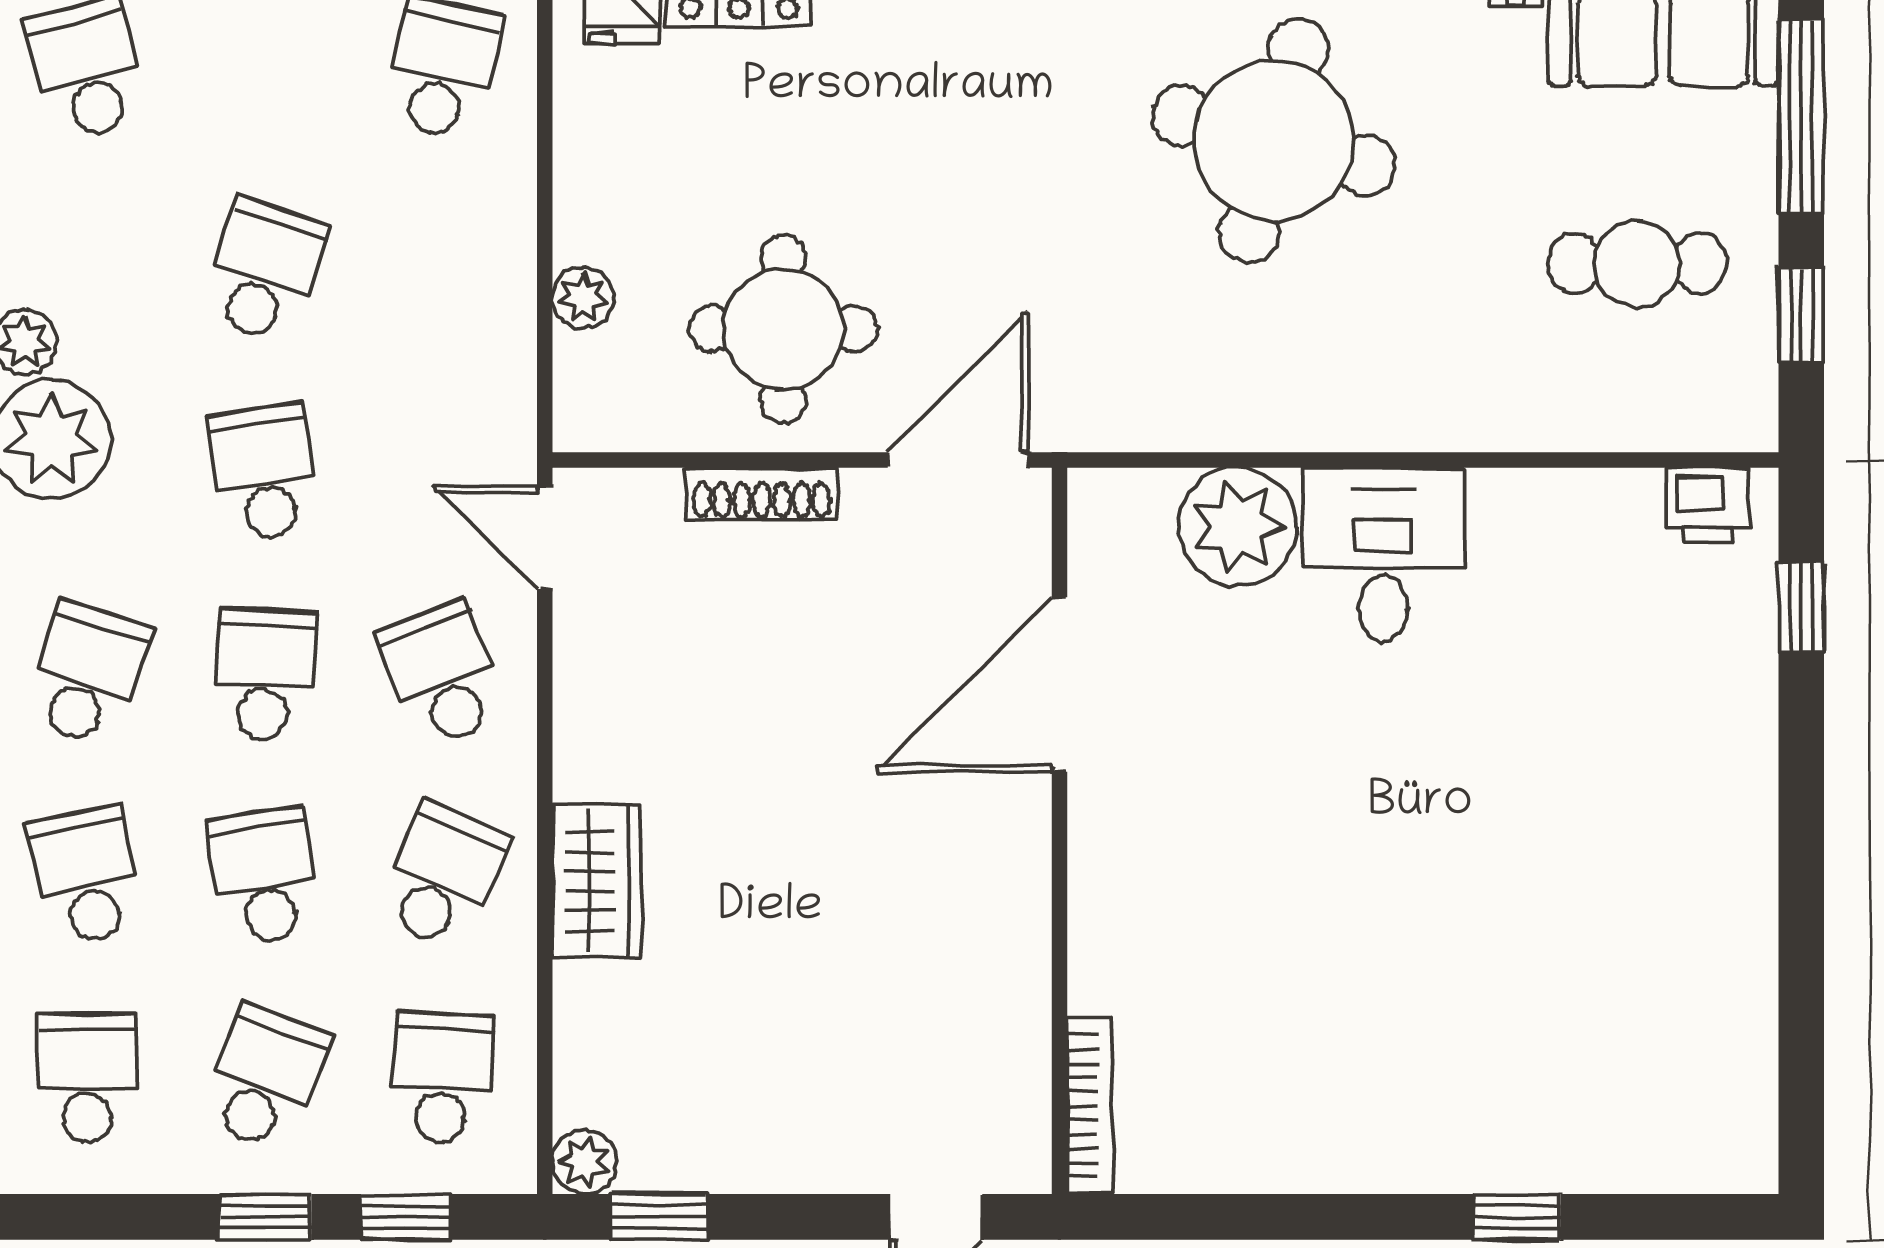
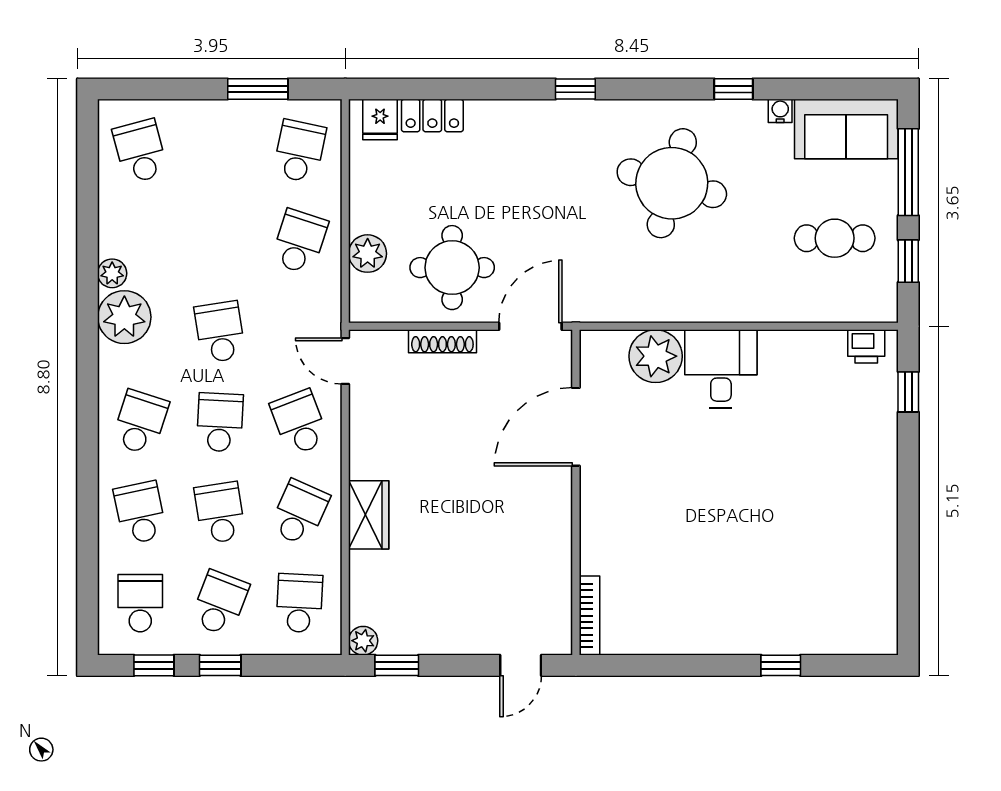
school desk: (265, 271) -> (299, 242), moved
plant: (583, 298) -> (368, 254), width x1.38, depth x1.38
window: (406, 1217) -> (154, 665), moved

